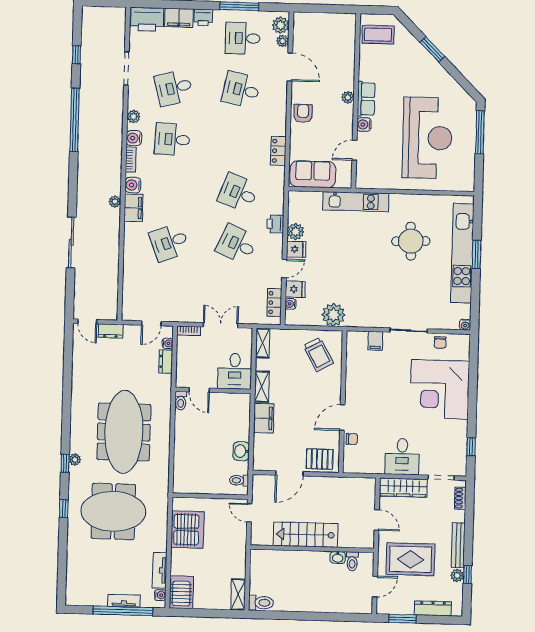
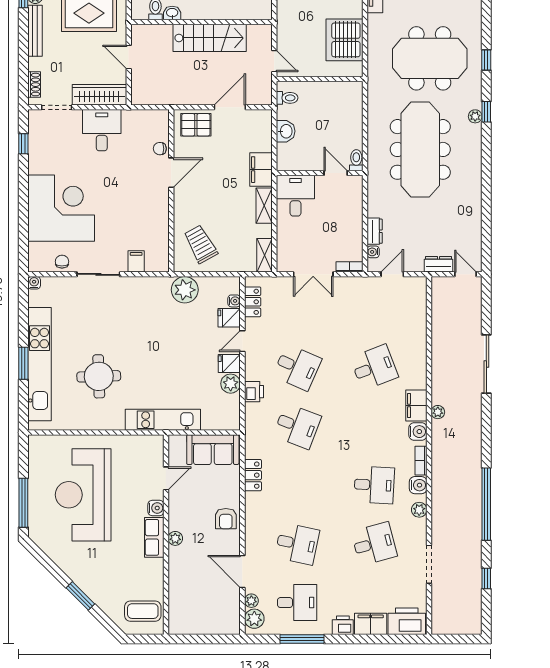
desk: (235, 371) -> (295, 196), moved
door: (199, 390) -> (336, 173), moved
wall: (213, 390) -> (320, 173), moved
toilet: (181, 401) -> (356, 160), moved

